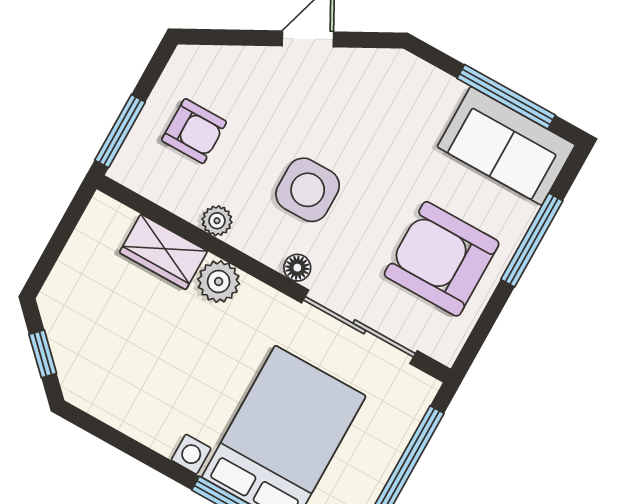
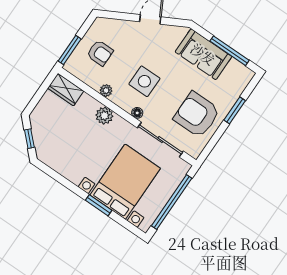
sofa: (506, 146) -> (203, 54), moved
window: (532, 240) -> (235, 110), width x0.69
wardrobe: (163, 252) -> (66, 90), moved

